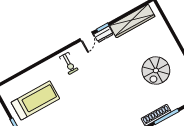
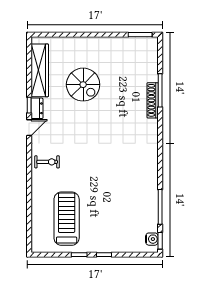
door: (86, 36) -> (29, 128), hinge flipped
spiral stairs: (156, 70) -> (83, 85), moved

